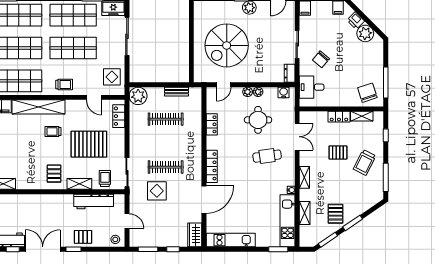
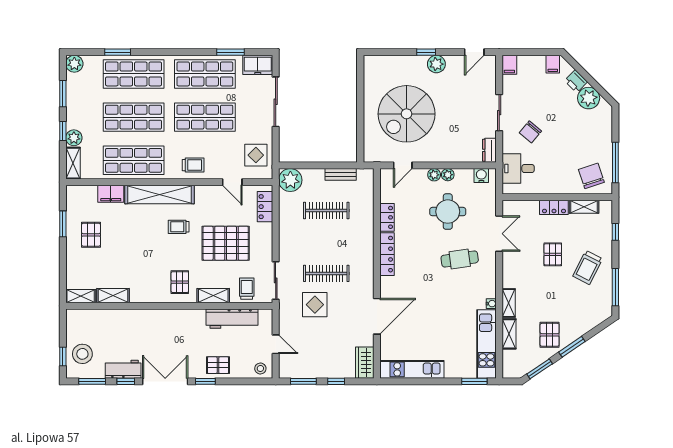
pallet: (338, 153) -> (553, 254), turned 90
locker: (212, 166) -> (387, 254), moved
shelving: (304, 177) -> (509, 303), moved

